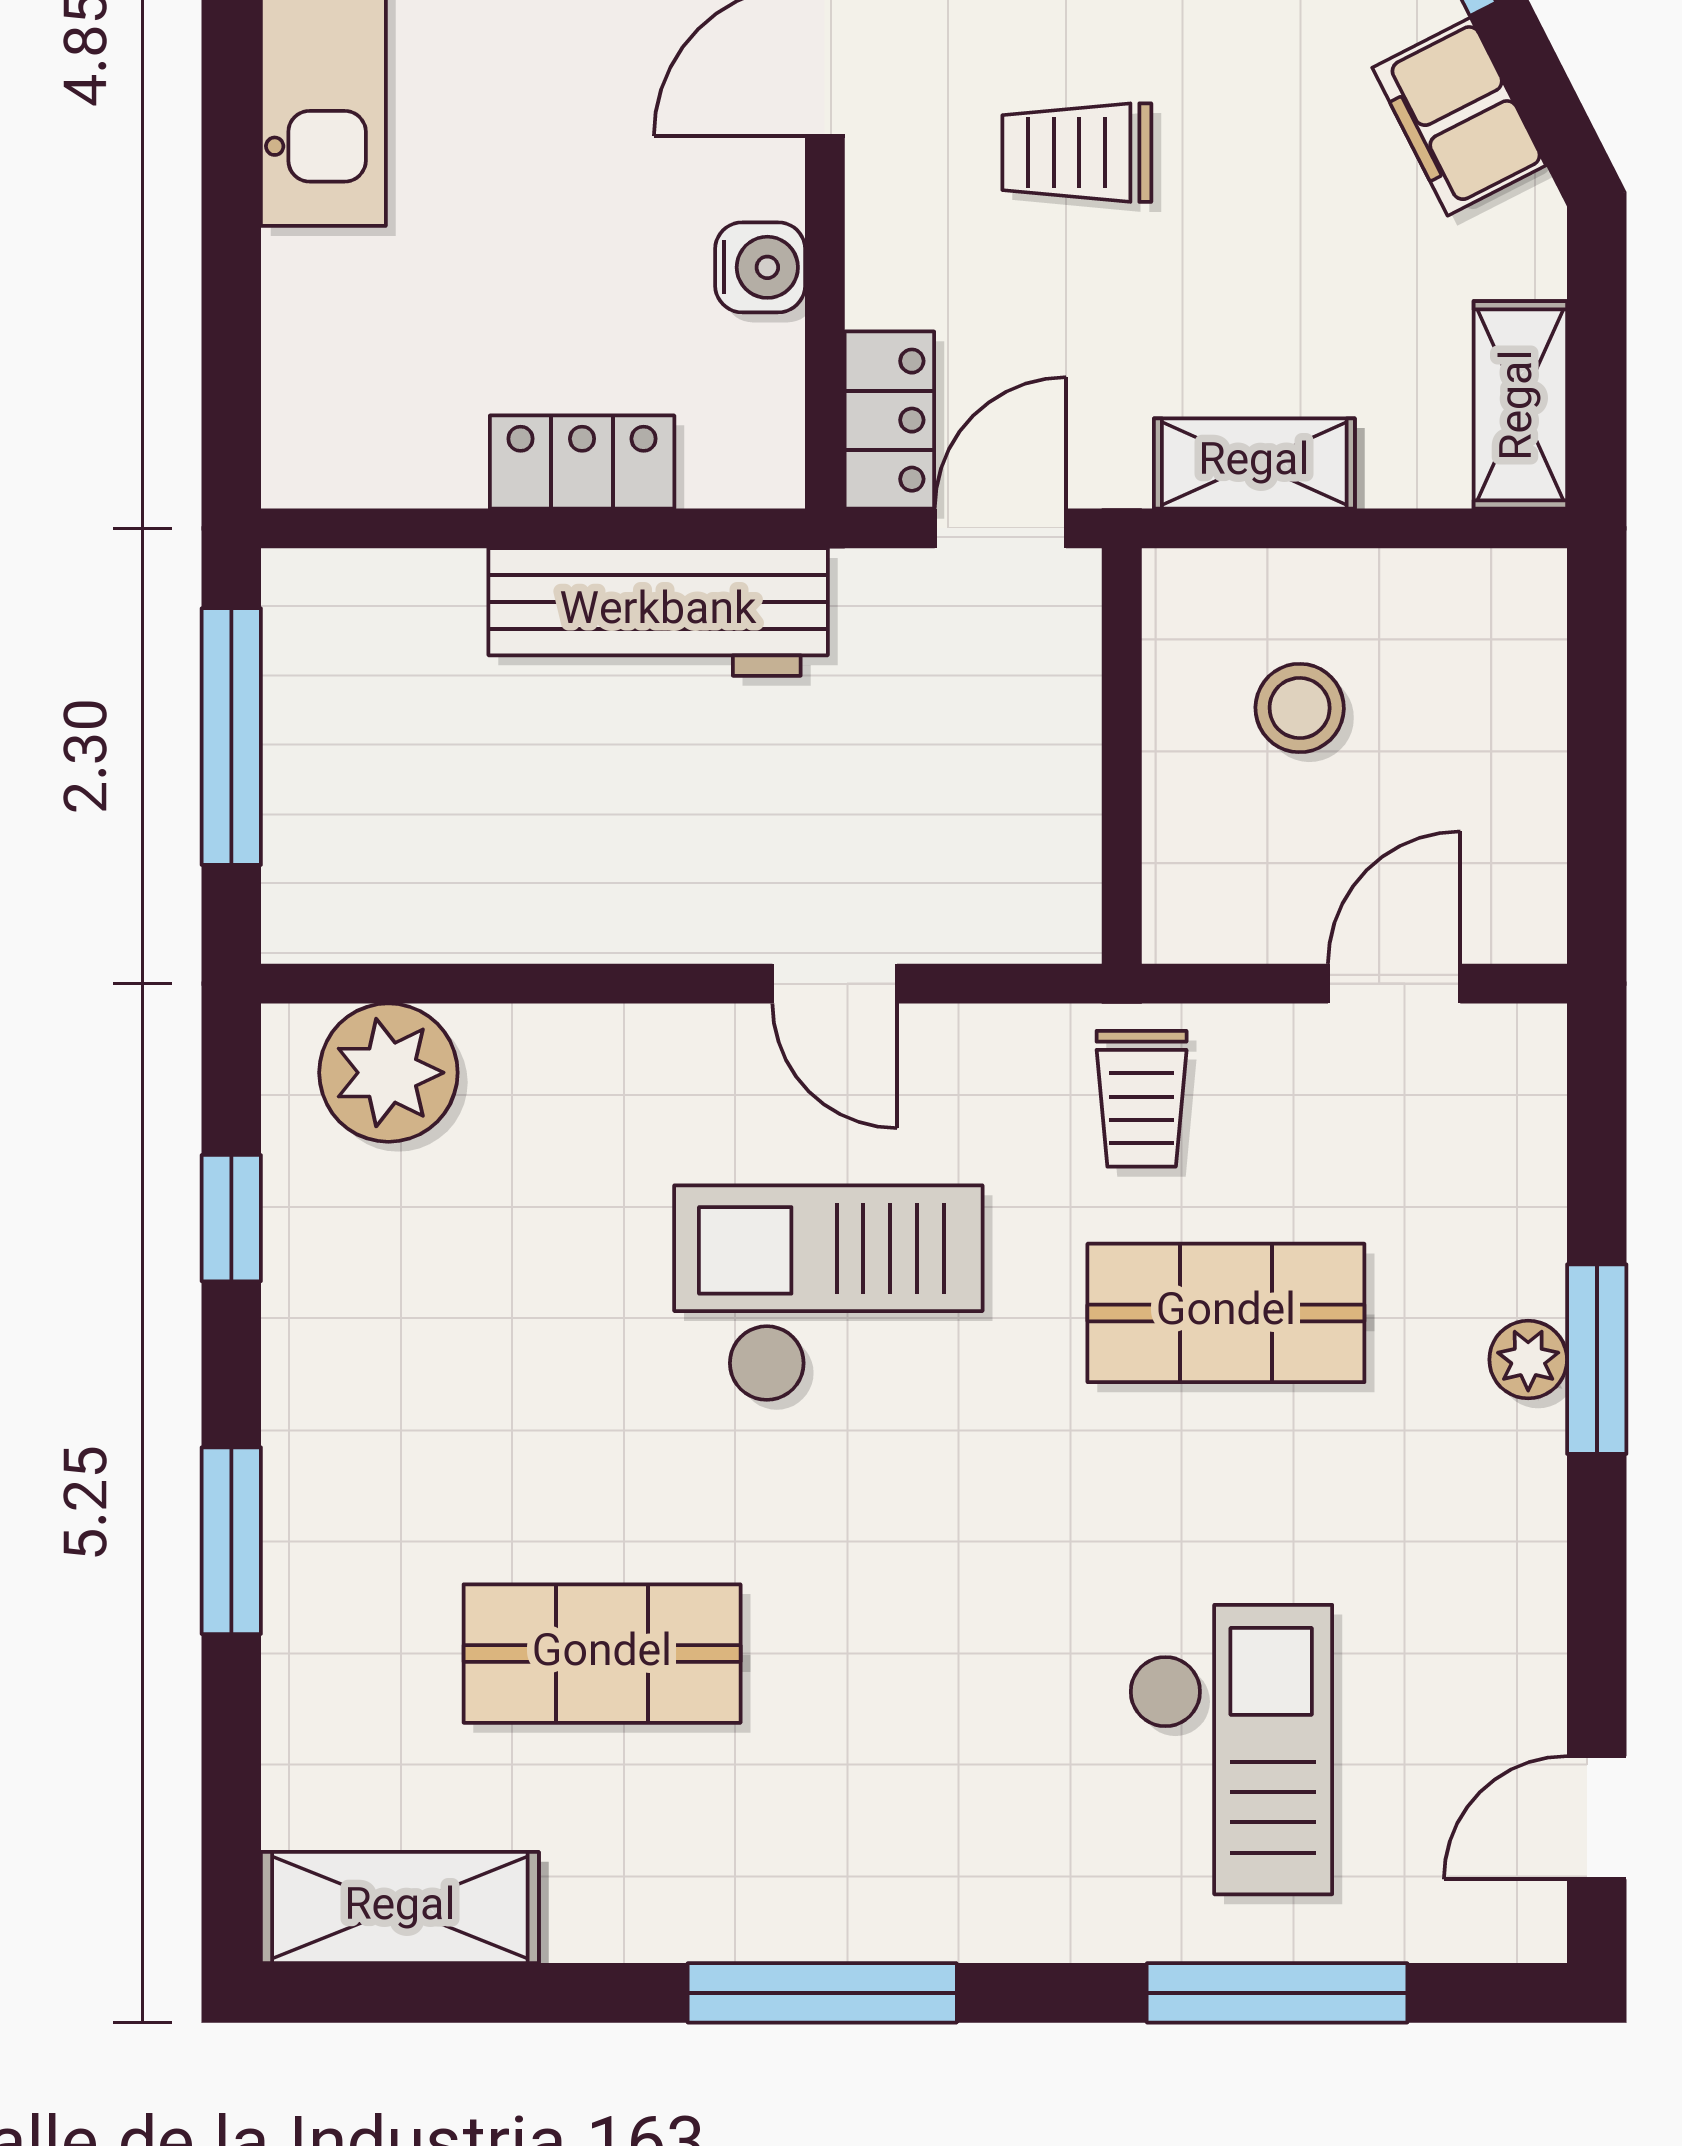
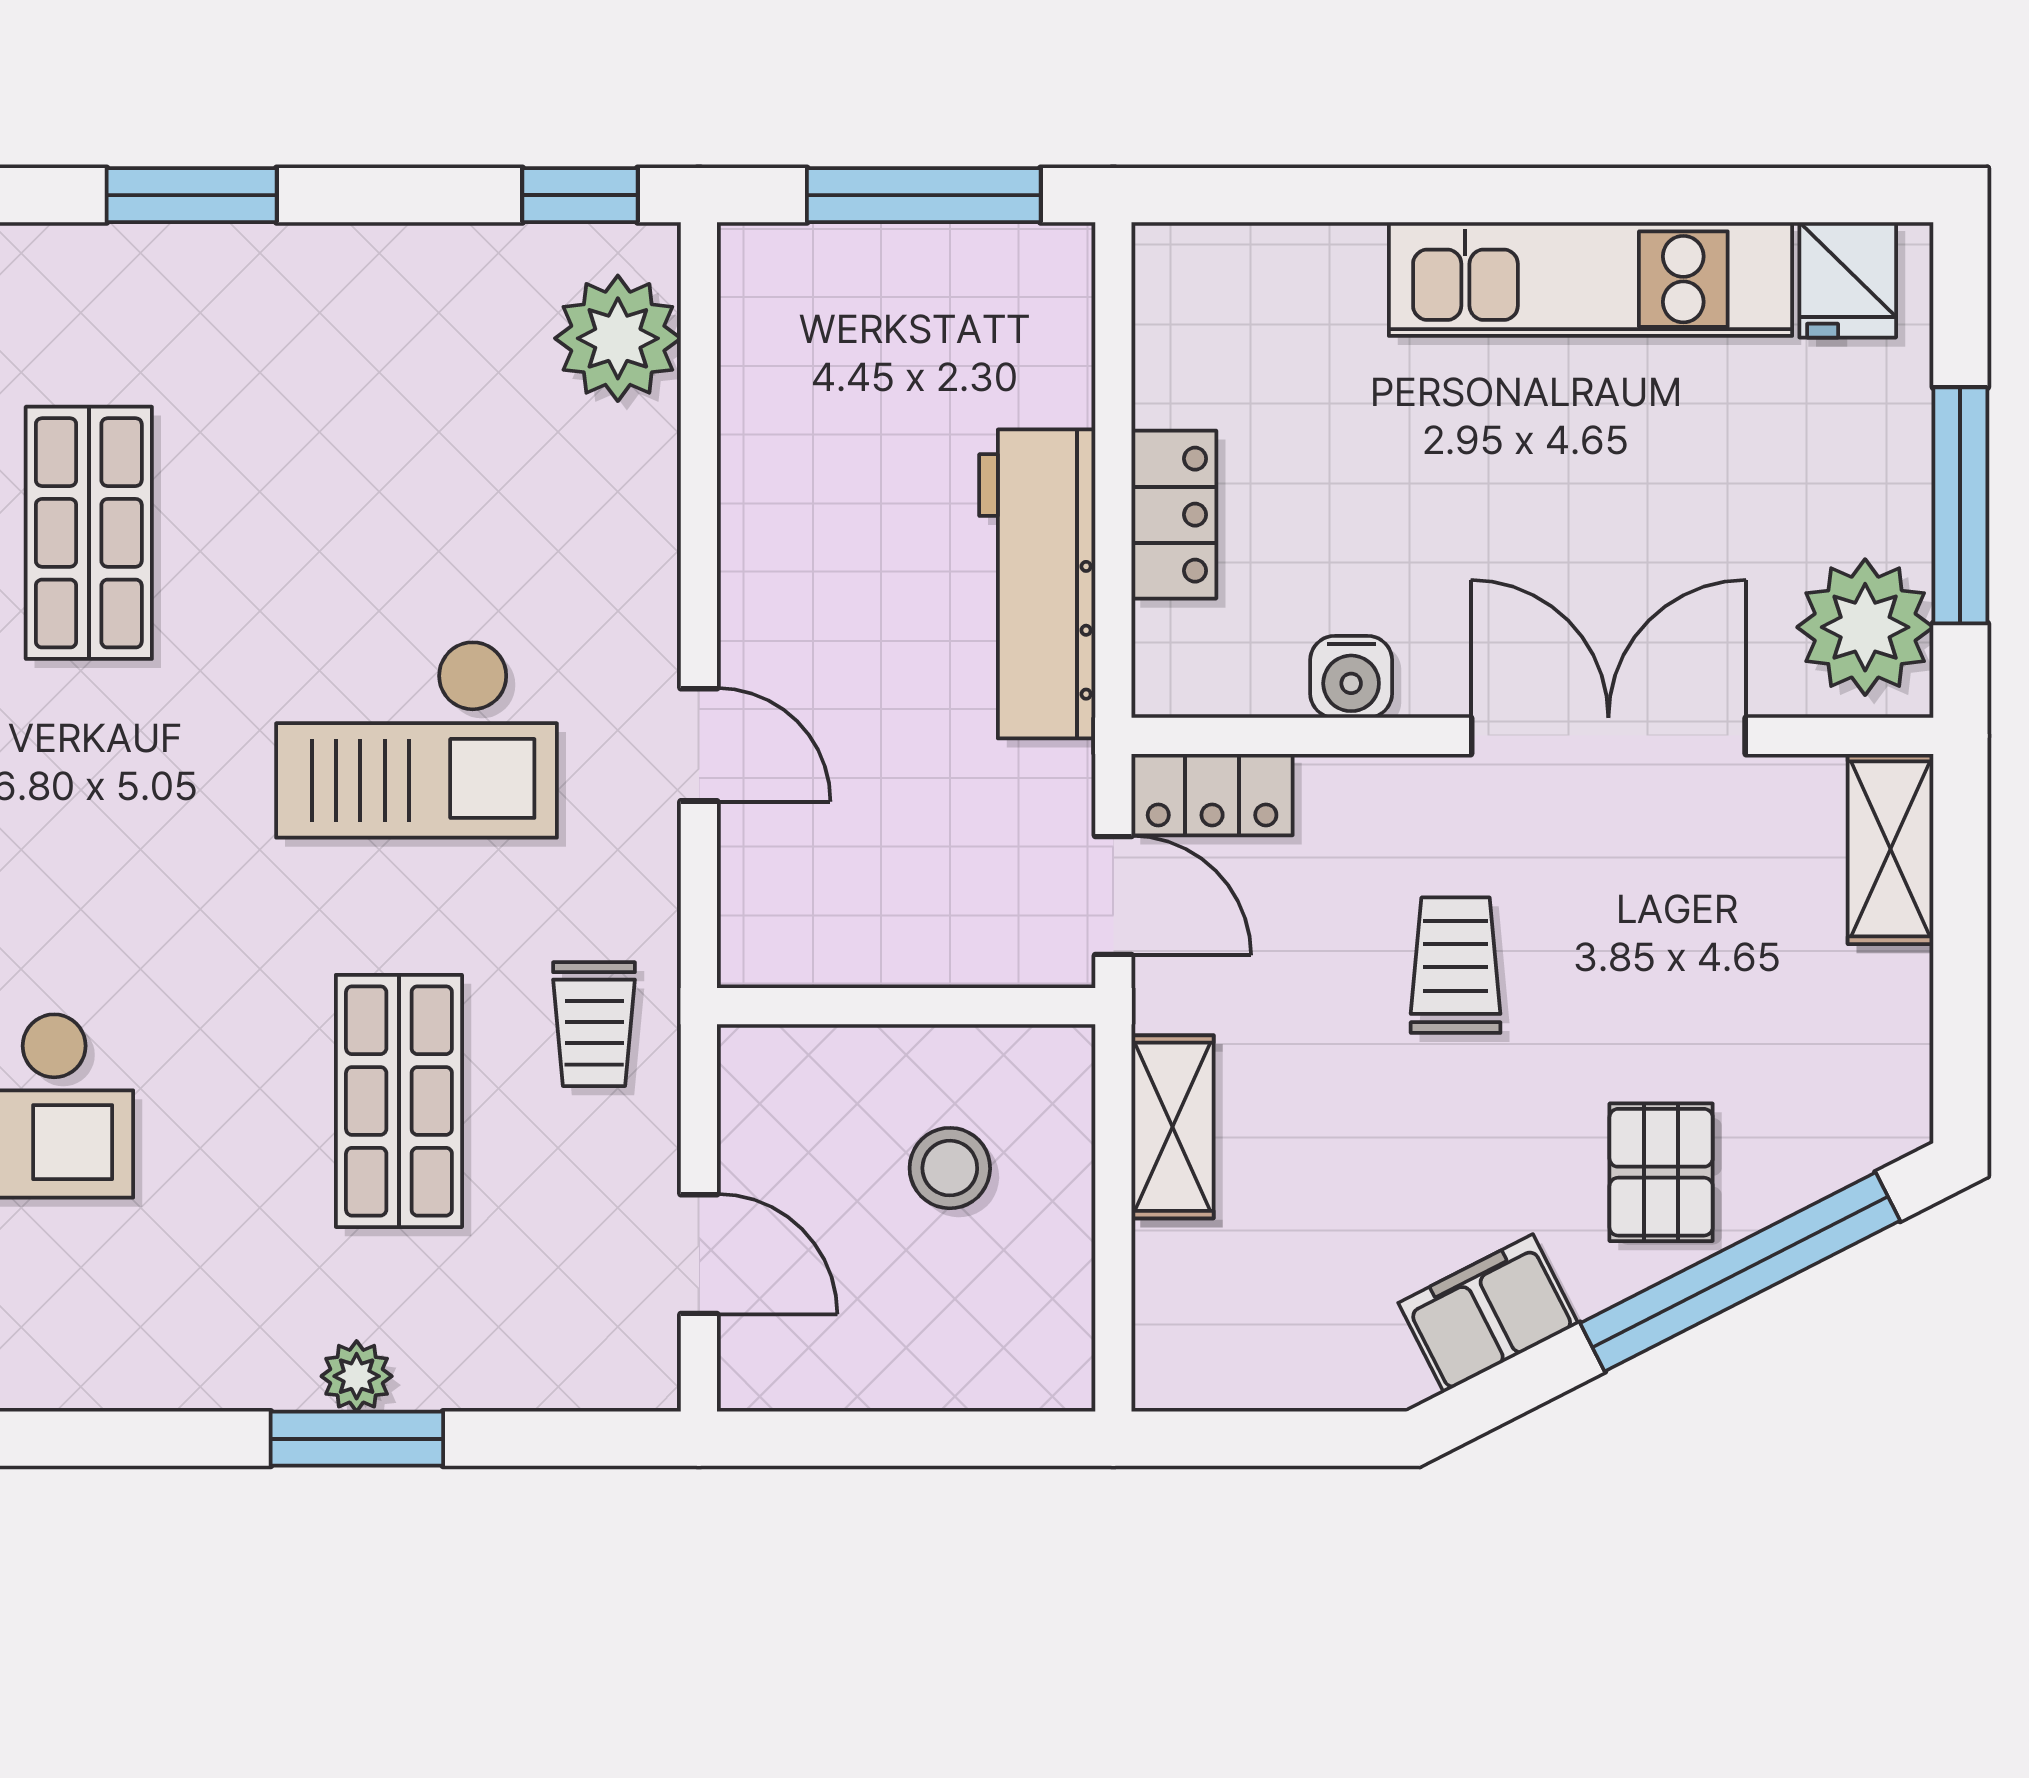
shelving: (1520, 405) -> (1226, 1369), removed
door: (835, 984) -> (699, 745), swing flipped
trolley: (1142, 1099) -> (594, 1024), turned -90
window: (231, 1218) -> (580, 195), moved
checkout: (828, 1294) -> (416, 739), turned 90

